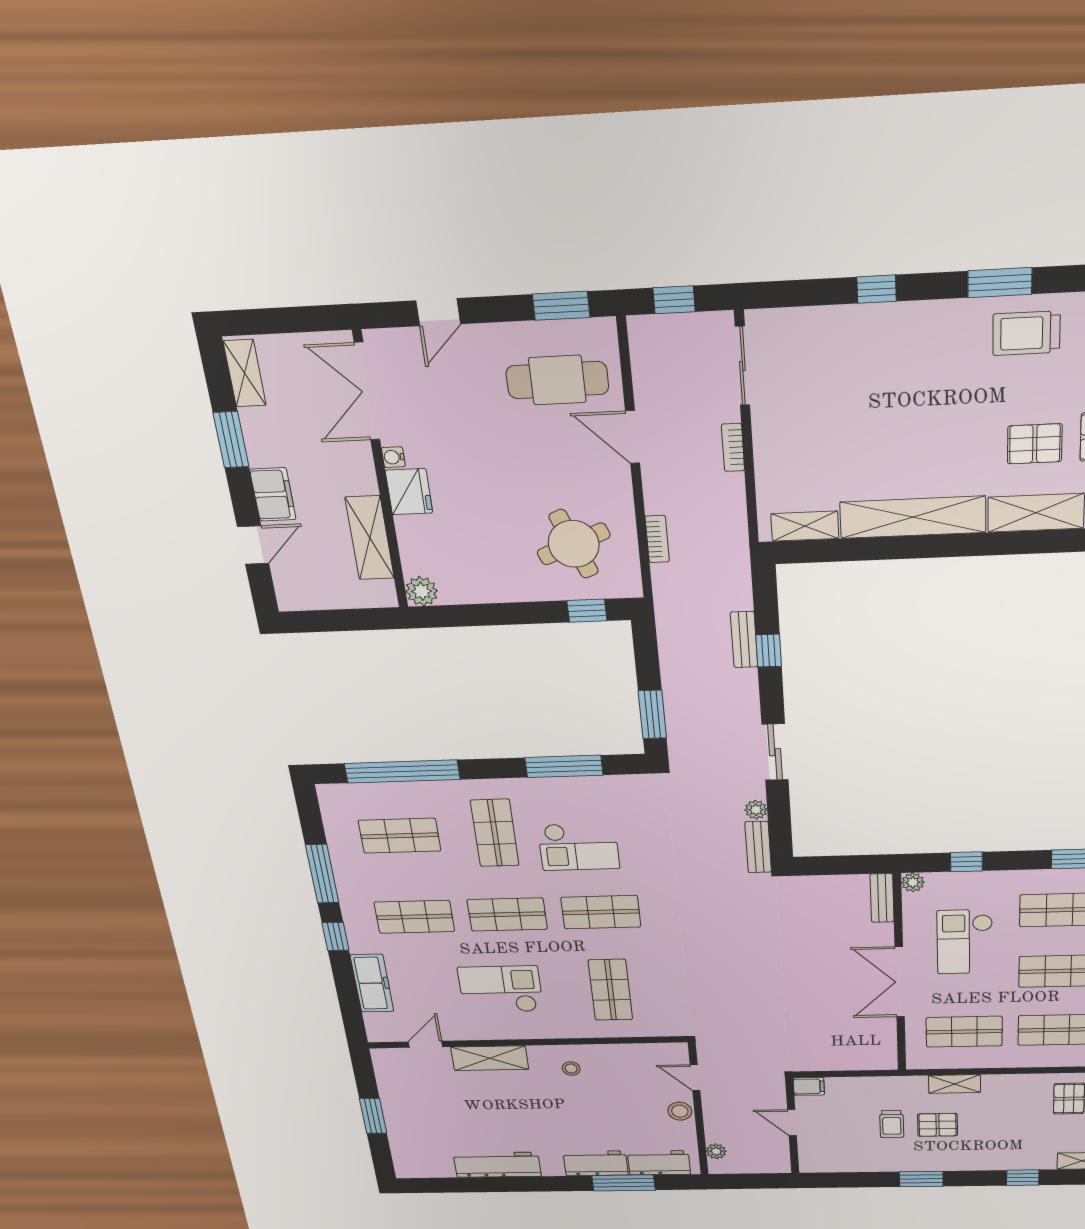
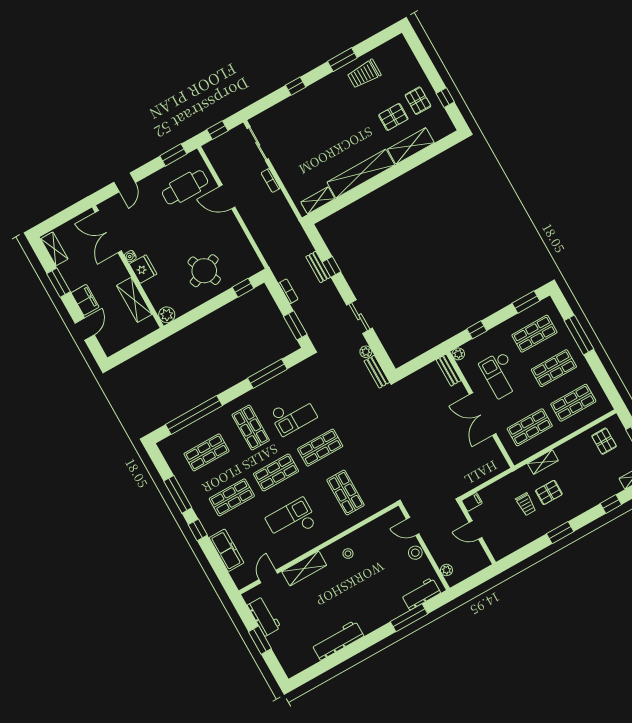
bookcase: (657, 539) -> (288, 291), moved
round table: (574, 544) -> (204, 271), moved
workbench: (596, 1163) -> (264, 616), moved, turned 90

